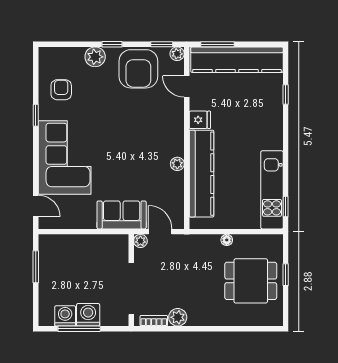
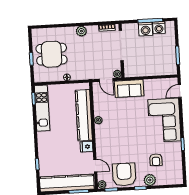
armchair: (61, 90) -> (156, 160), moved
door: (36, 206) -> (180, 91), hinge flipped
plant: (178, 317) -> (81, 31), moved

